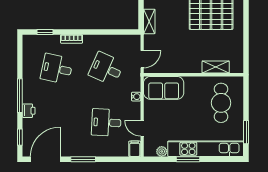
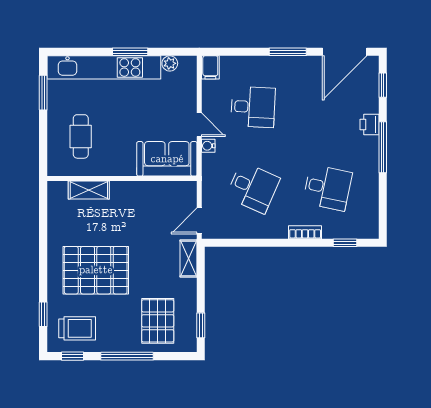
door: (142, 59) -> (199, 221), moved
cafe table: (221, 103) -> (81, 136), width x0.73, depth x0.74
door: (142, 128) -> (199, 125), moved

